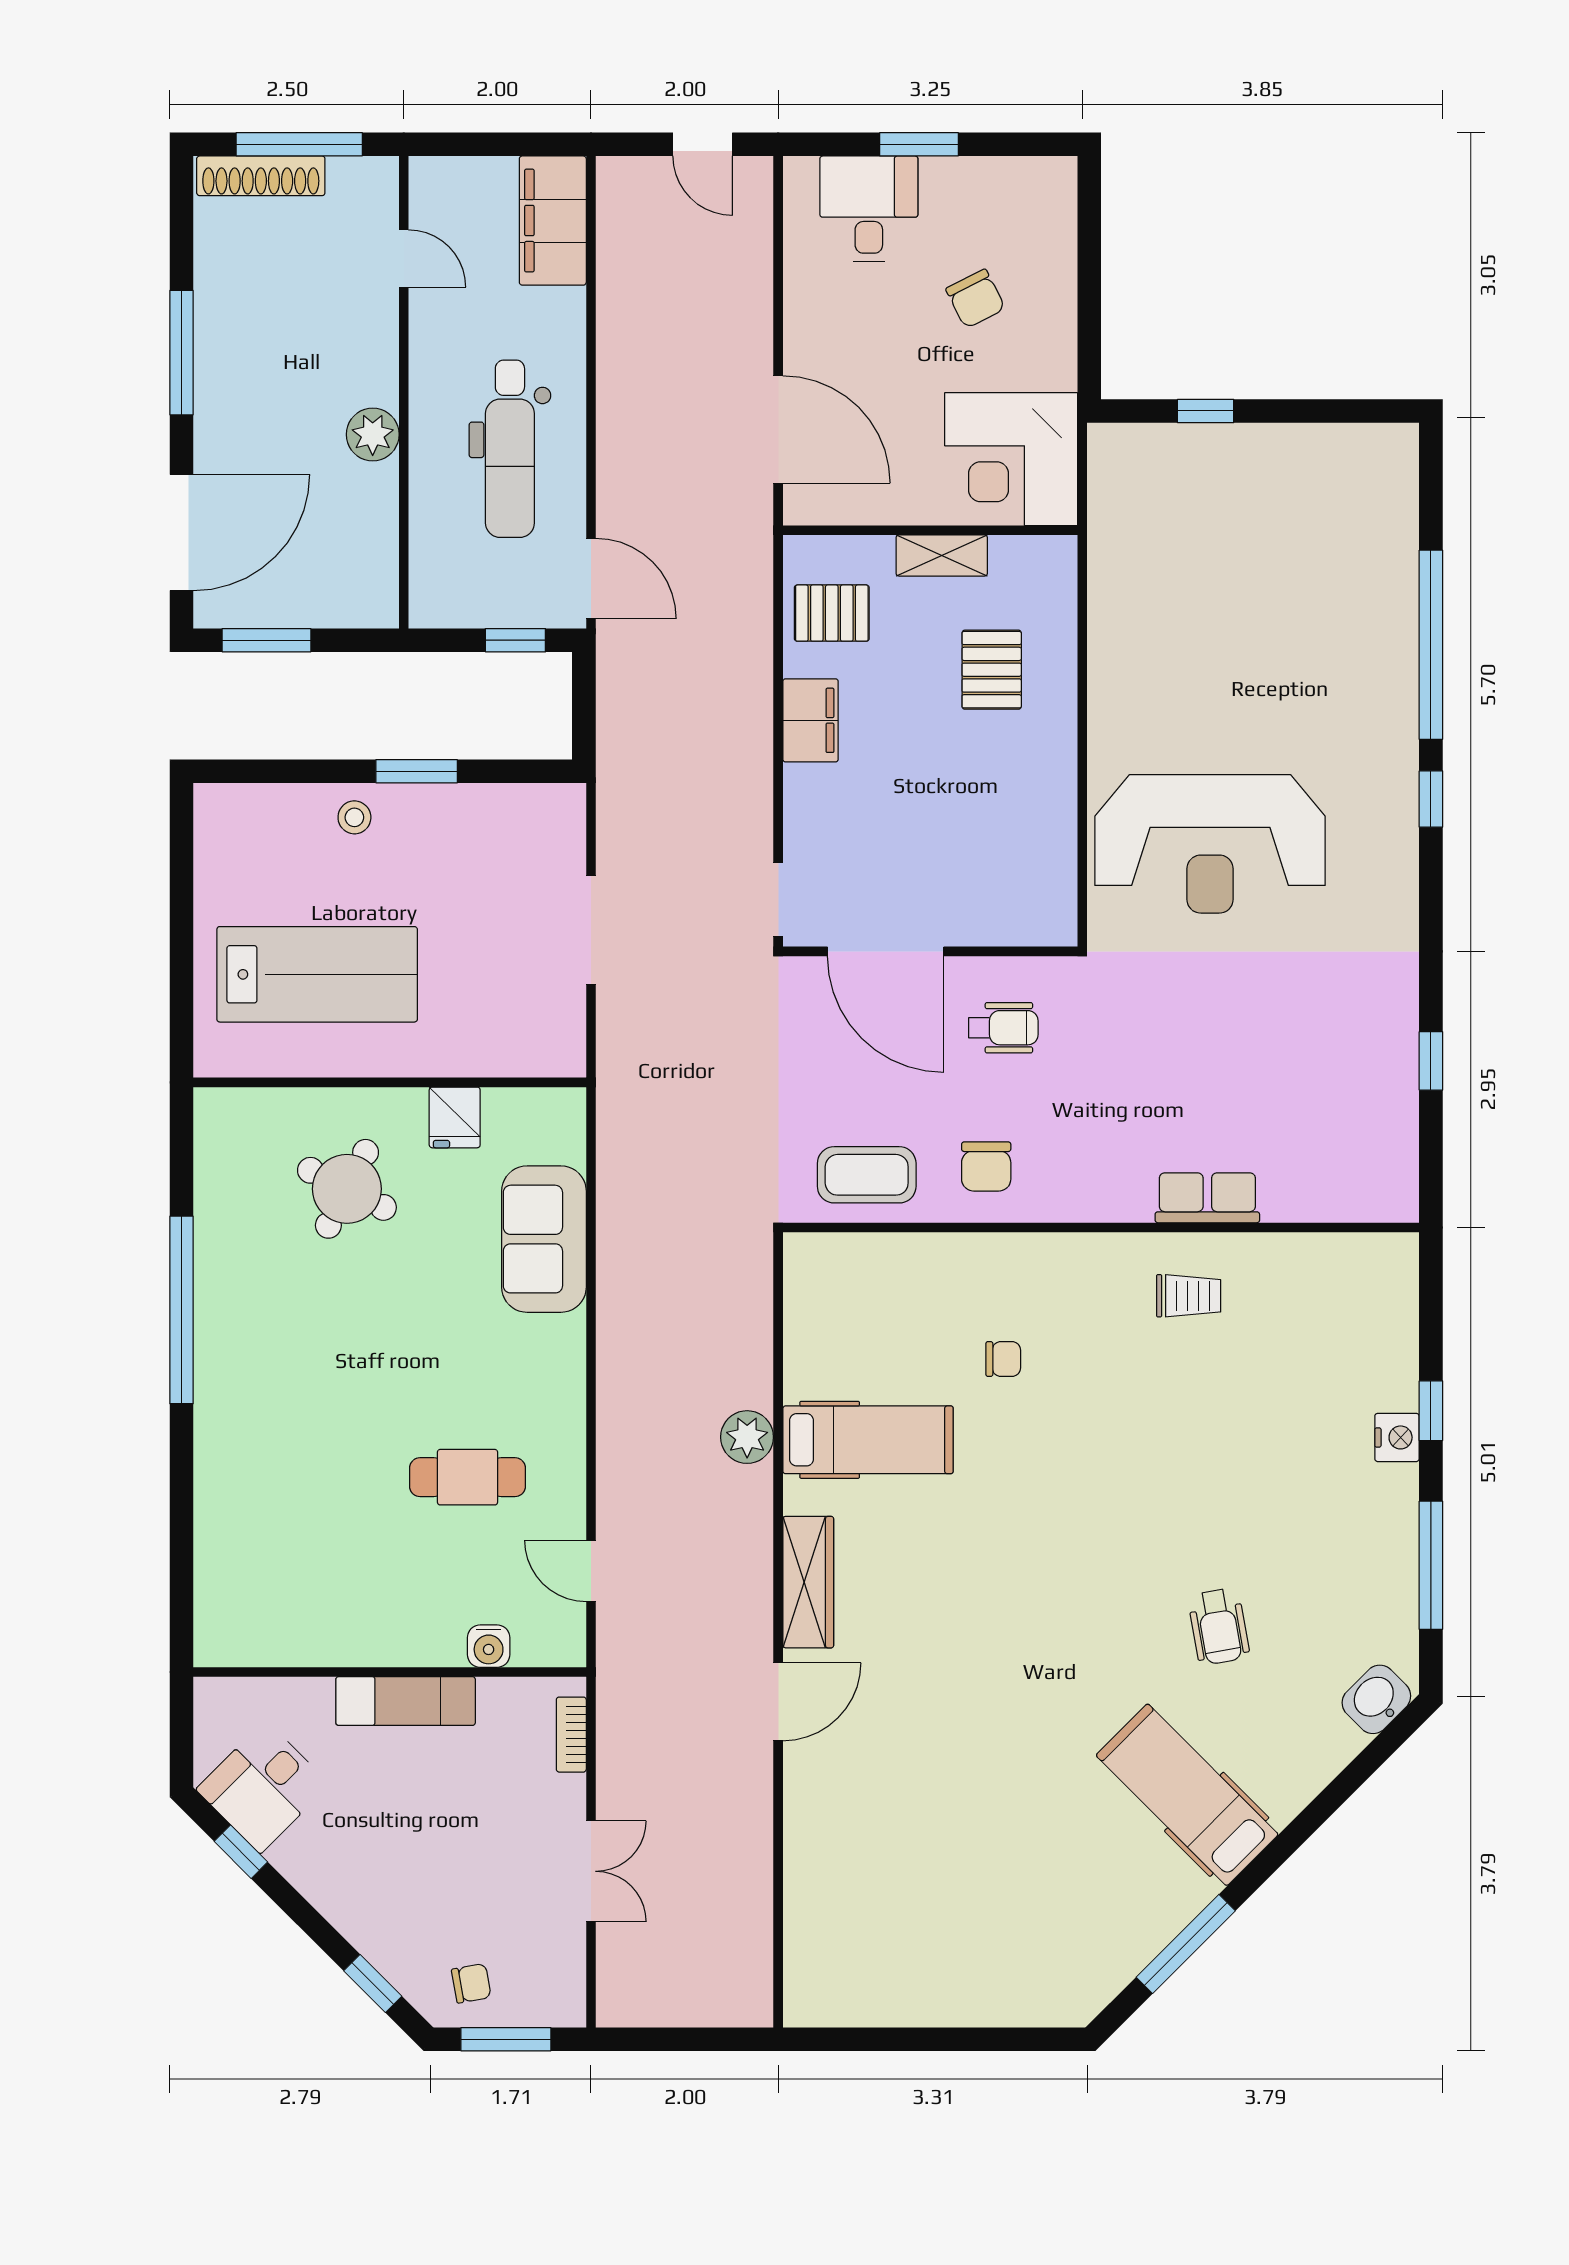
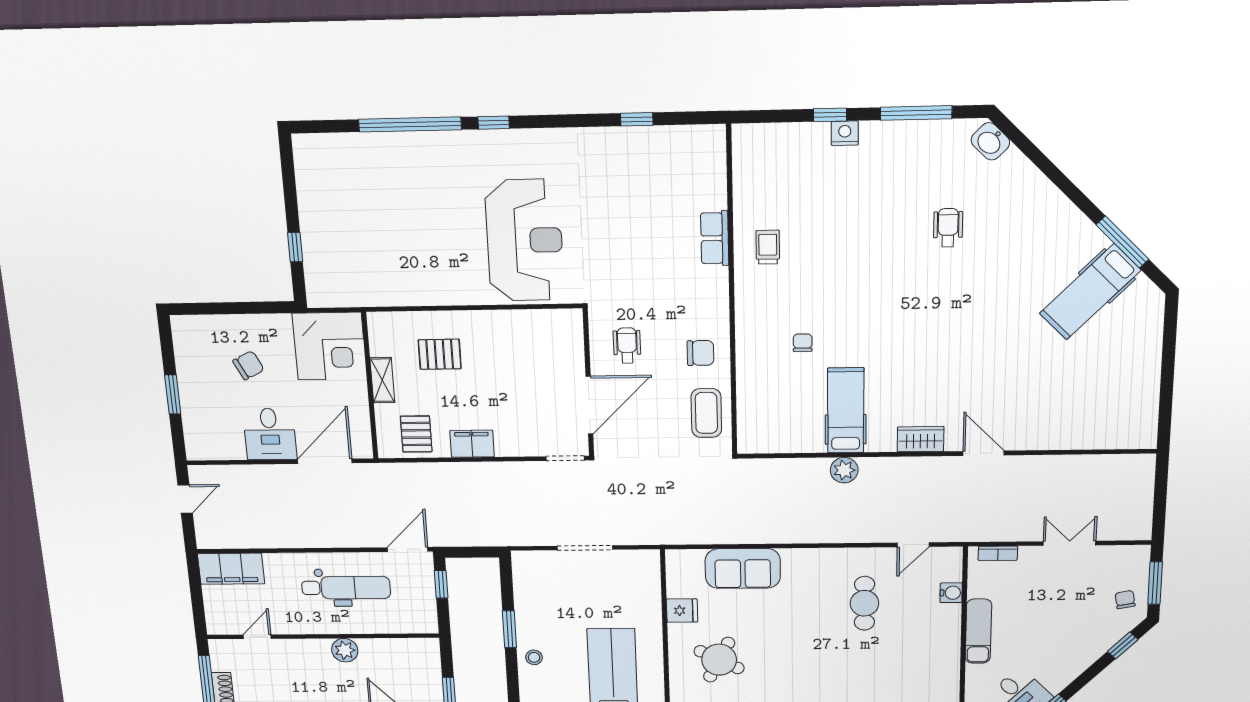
desk: (869, 209) -> (270, 434), moved, turned -90
wardrobe: (808, 1582) -> (921, 439), width x0.67
wheelchair: (1219, 1626) -> (948, 228), turned -80
hospital bed: (1187, 1795) -> (1090, 292), moved

